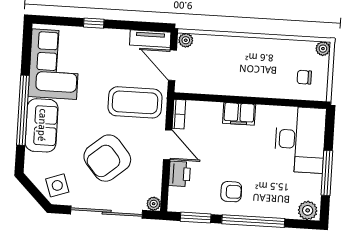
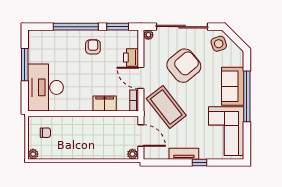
tv unit: (150, 39) -> (184, 154), moved
coffee table: (135, 102) -> (166, 107), turned 52
filing cabinet: (239, 114) -> (105, 103), moved
armchair: (231, 192) -> (93, 47), turned 90
plant: (308, 210) -> (37, 37), removed

